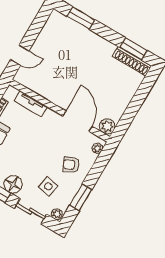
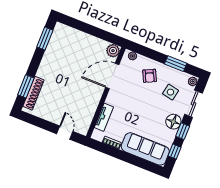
shoe rack: (132, 61) -> (33, 93), moved

